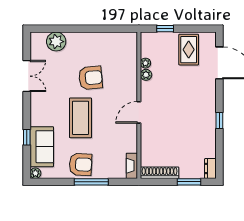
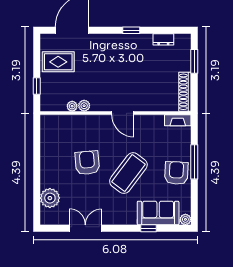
coffee table: (80, 118) -> (128, 173), turned -53
dresser: (210, 168) -> (163, 39), moved

